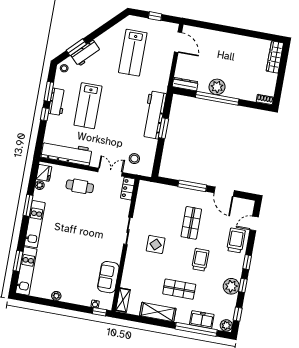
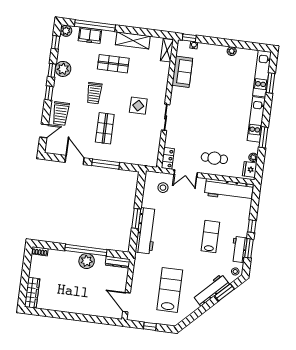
workbench: (86, 53) -> (211, 290), width x1.38
workbench: (57, 102) -> (239, 250), moved
lab bench: (88, 106) -> (210, 237), width x0.73, depth x0.72

